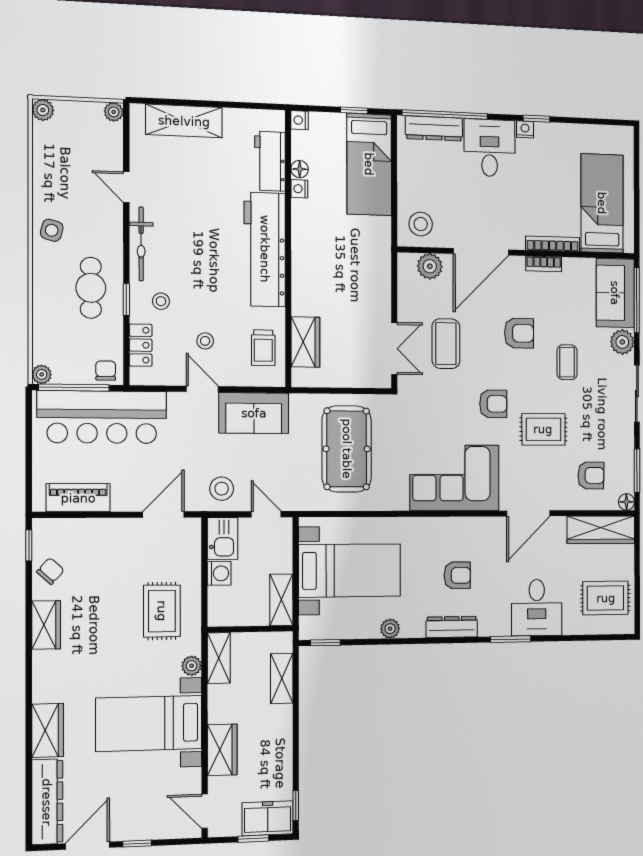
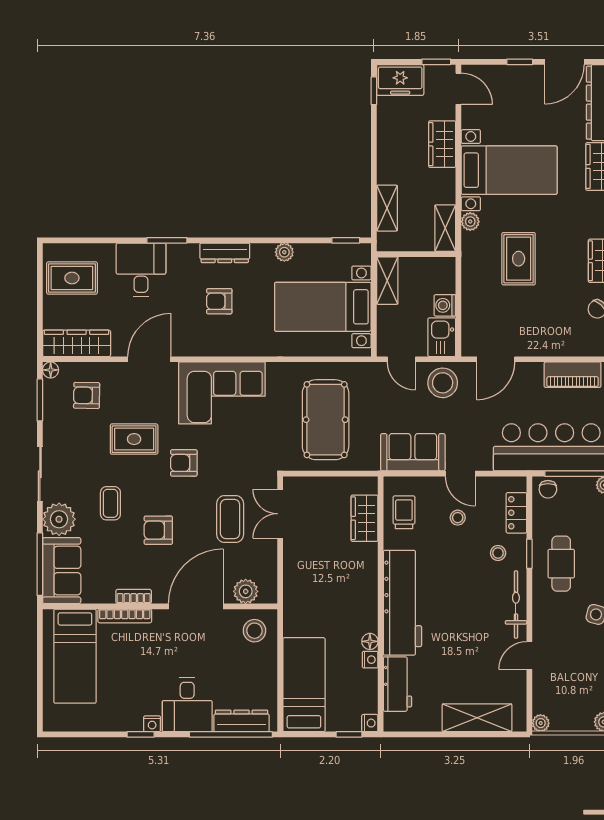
window: (354, 110) -> (349, 734), moved
floor lamp: (300, 169) -> (370, 641), moved
door: (126, 187) -> (529, 655), swing flipped
plant: (622, 342) -> (59, 519), width x1.36, depth x1.36
stool: (222, 489) -> (443, 383), width x1.38, depth x1.38
rug: (162, 611) -> (519, 259), moved
window: (253, 839) -> (436, 62), moved

